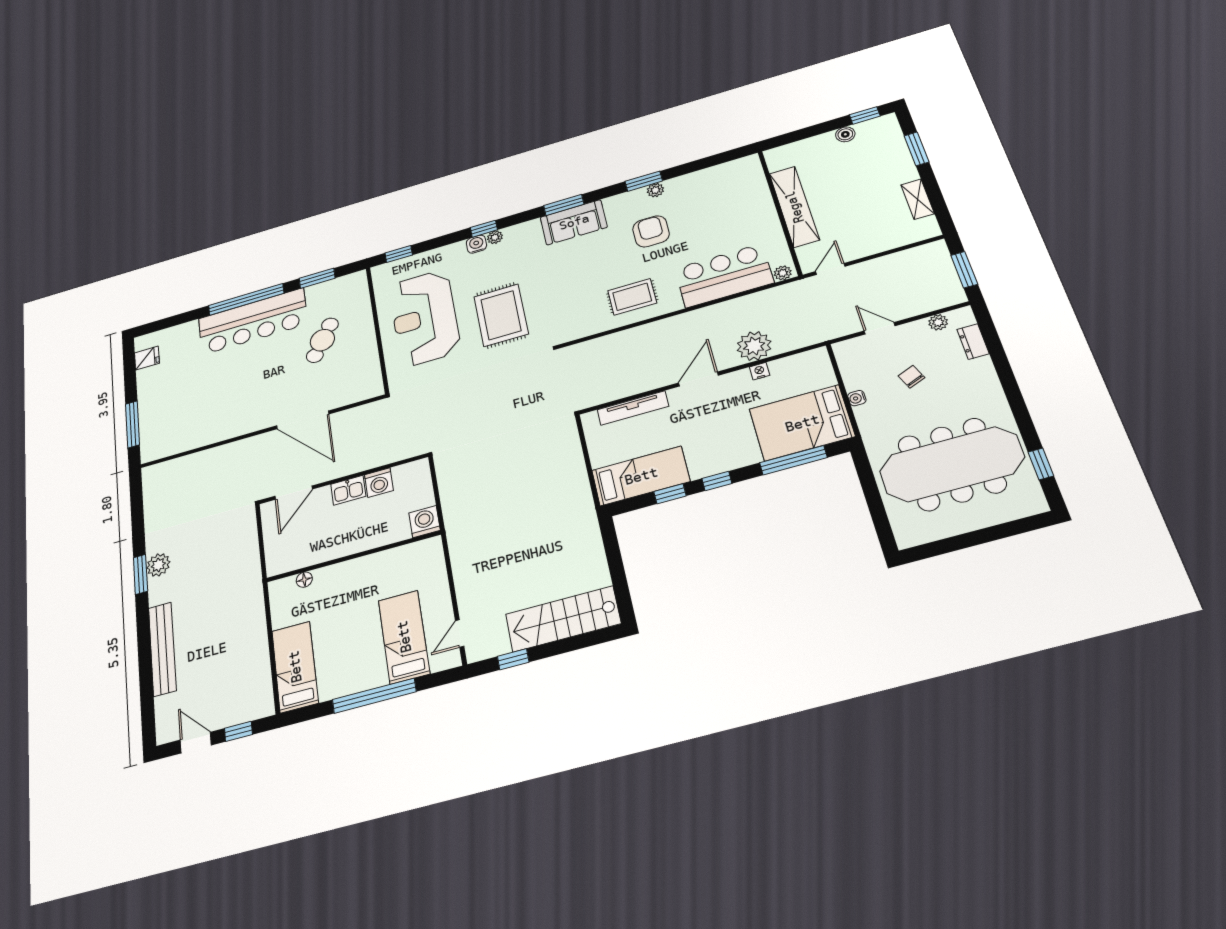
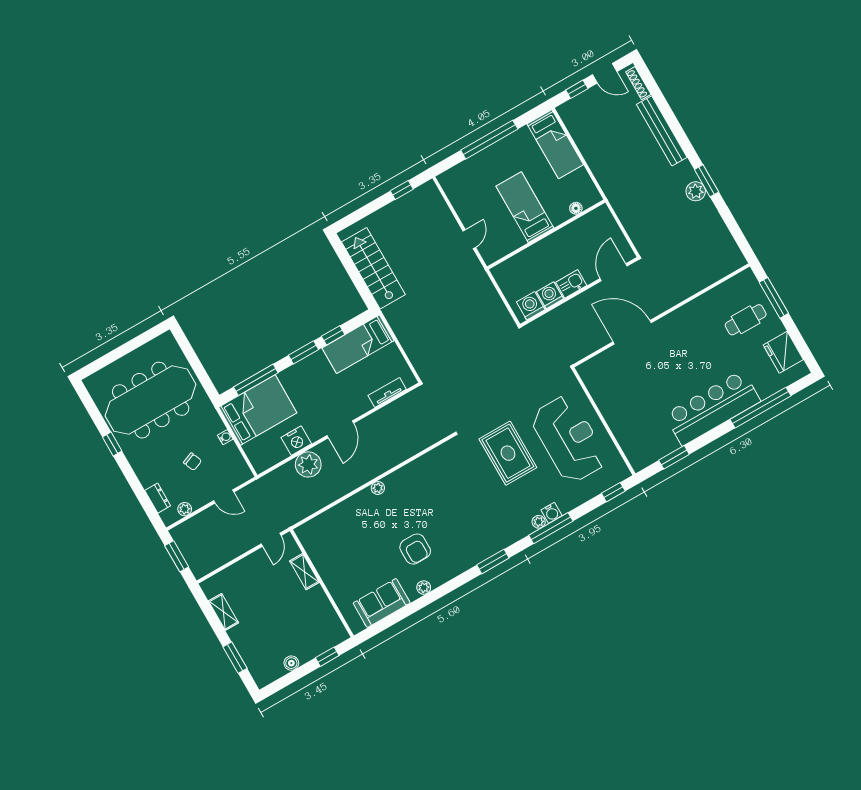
window: (865, 115) -> (327, 657), moved
window: (644, 181) -> (436, 594), removed
shelving: (794, 207) -> (304, 572), width x0.45, depth x0.75
sofa: (574, 222) -> (382, 603), moved
window: (484, 229) -> (551, 528), width x2.17
plant: (783, 273) -> (378, 488), moved
bar counter: (724, 276) -> (347, 520), removed
rug: (632, 297) -> (411, 489), removed
window: (246, 299) -> (760, 408), moved
cafe table: (322, 340) -> (746, 320), moved, turned 58
fridge: (147, 358) -> (783, 352), width x1.88, depth x1.34
nightstand: (760, 371) -> (296, 441), width x1.89, depth x1.79
tv unit: (633, 408) -> (387, 392), width x0.71
window: (1041, 464) -> (112, 444), moved
window: (717, 481) -> (304, 352), width x1.50
washing machine: (425, 522) -> (531, 306), moved, turned 180
stairs: (563, 619) -> (373, 268), moved, turned -90
door: (460, 633) -> (469, 239), moved
bed: (404, 637) -> (525, 207), moved, turned 180
shoe rack: (162, 718) -> (638, 83), added

